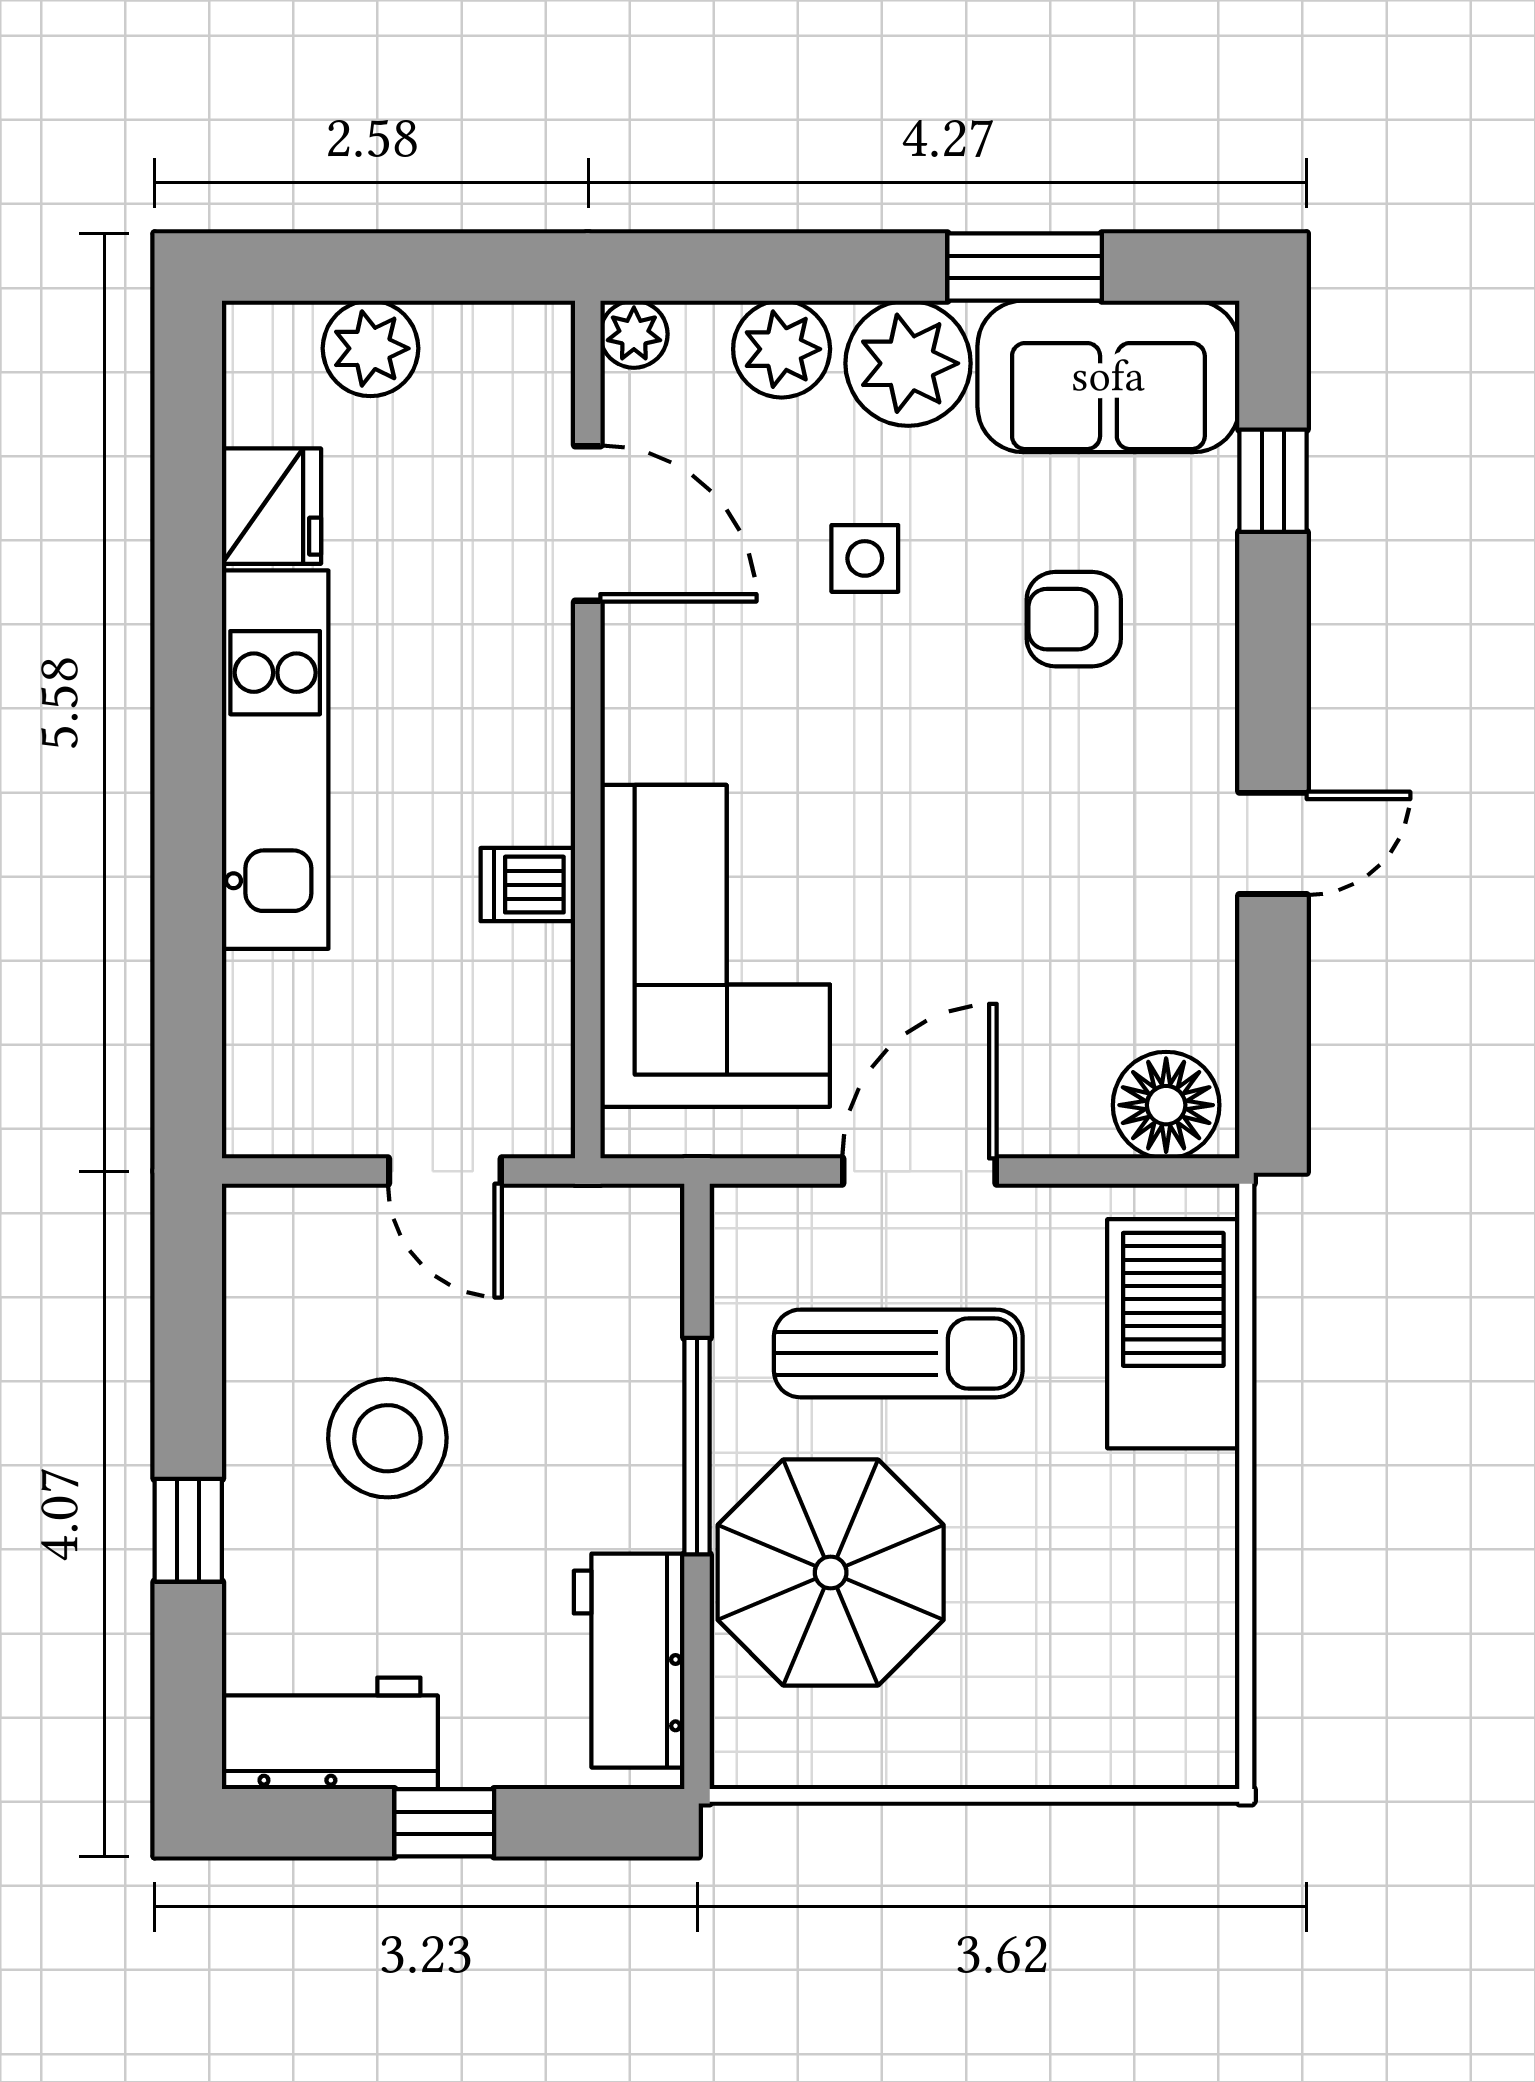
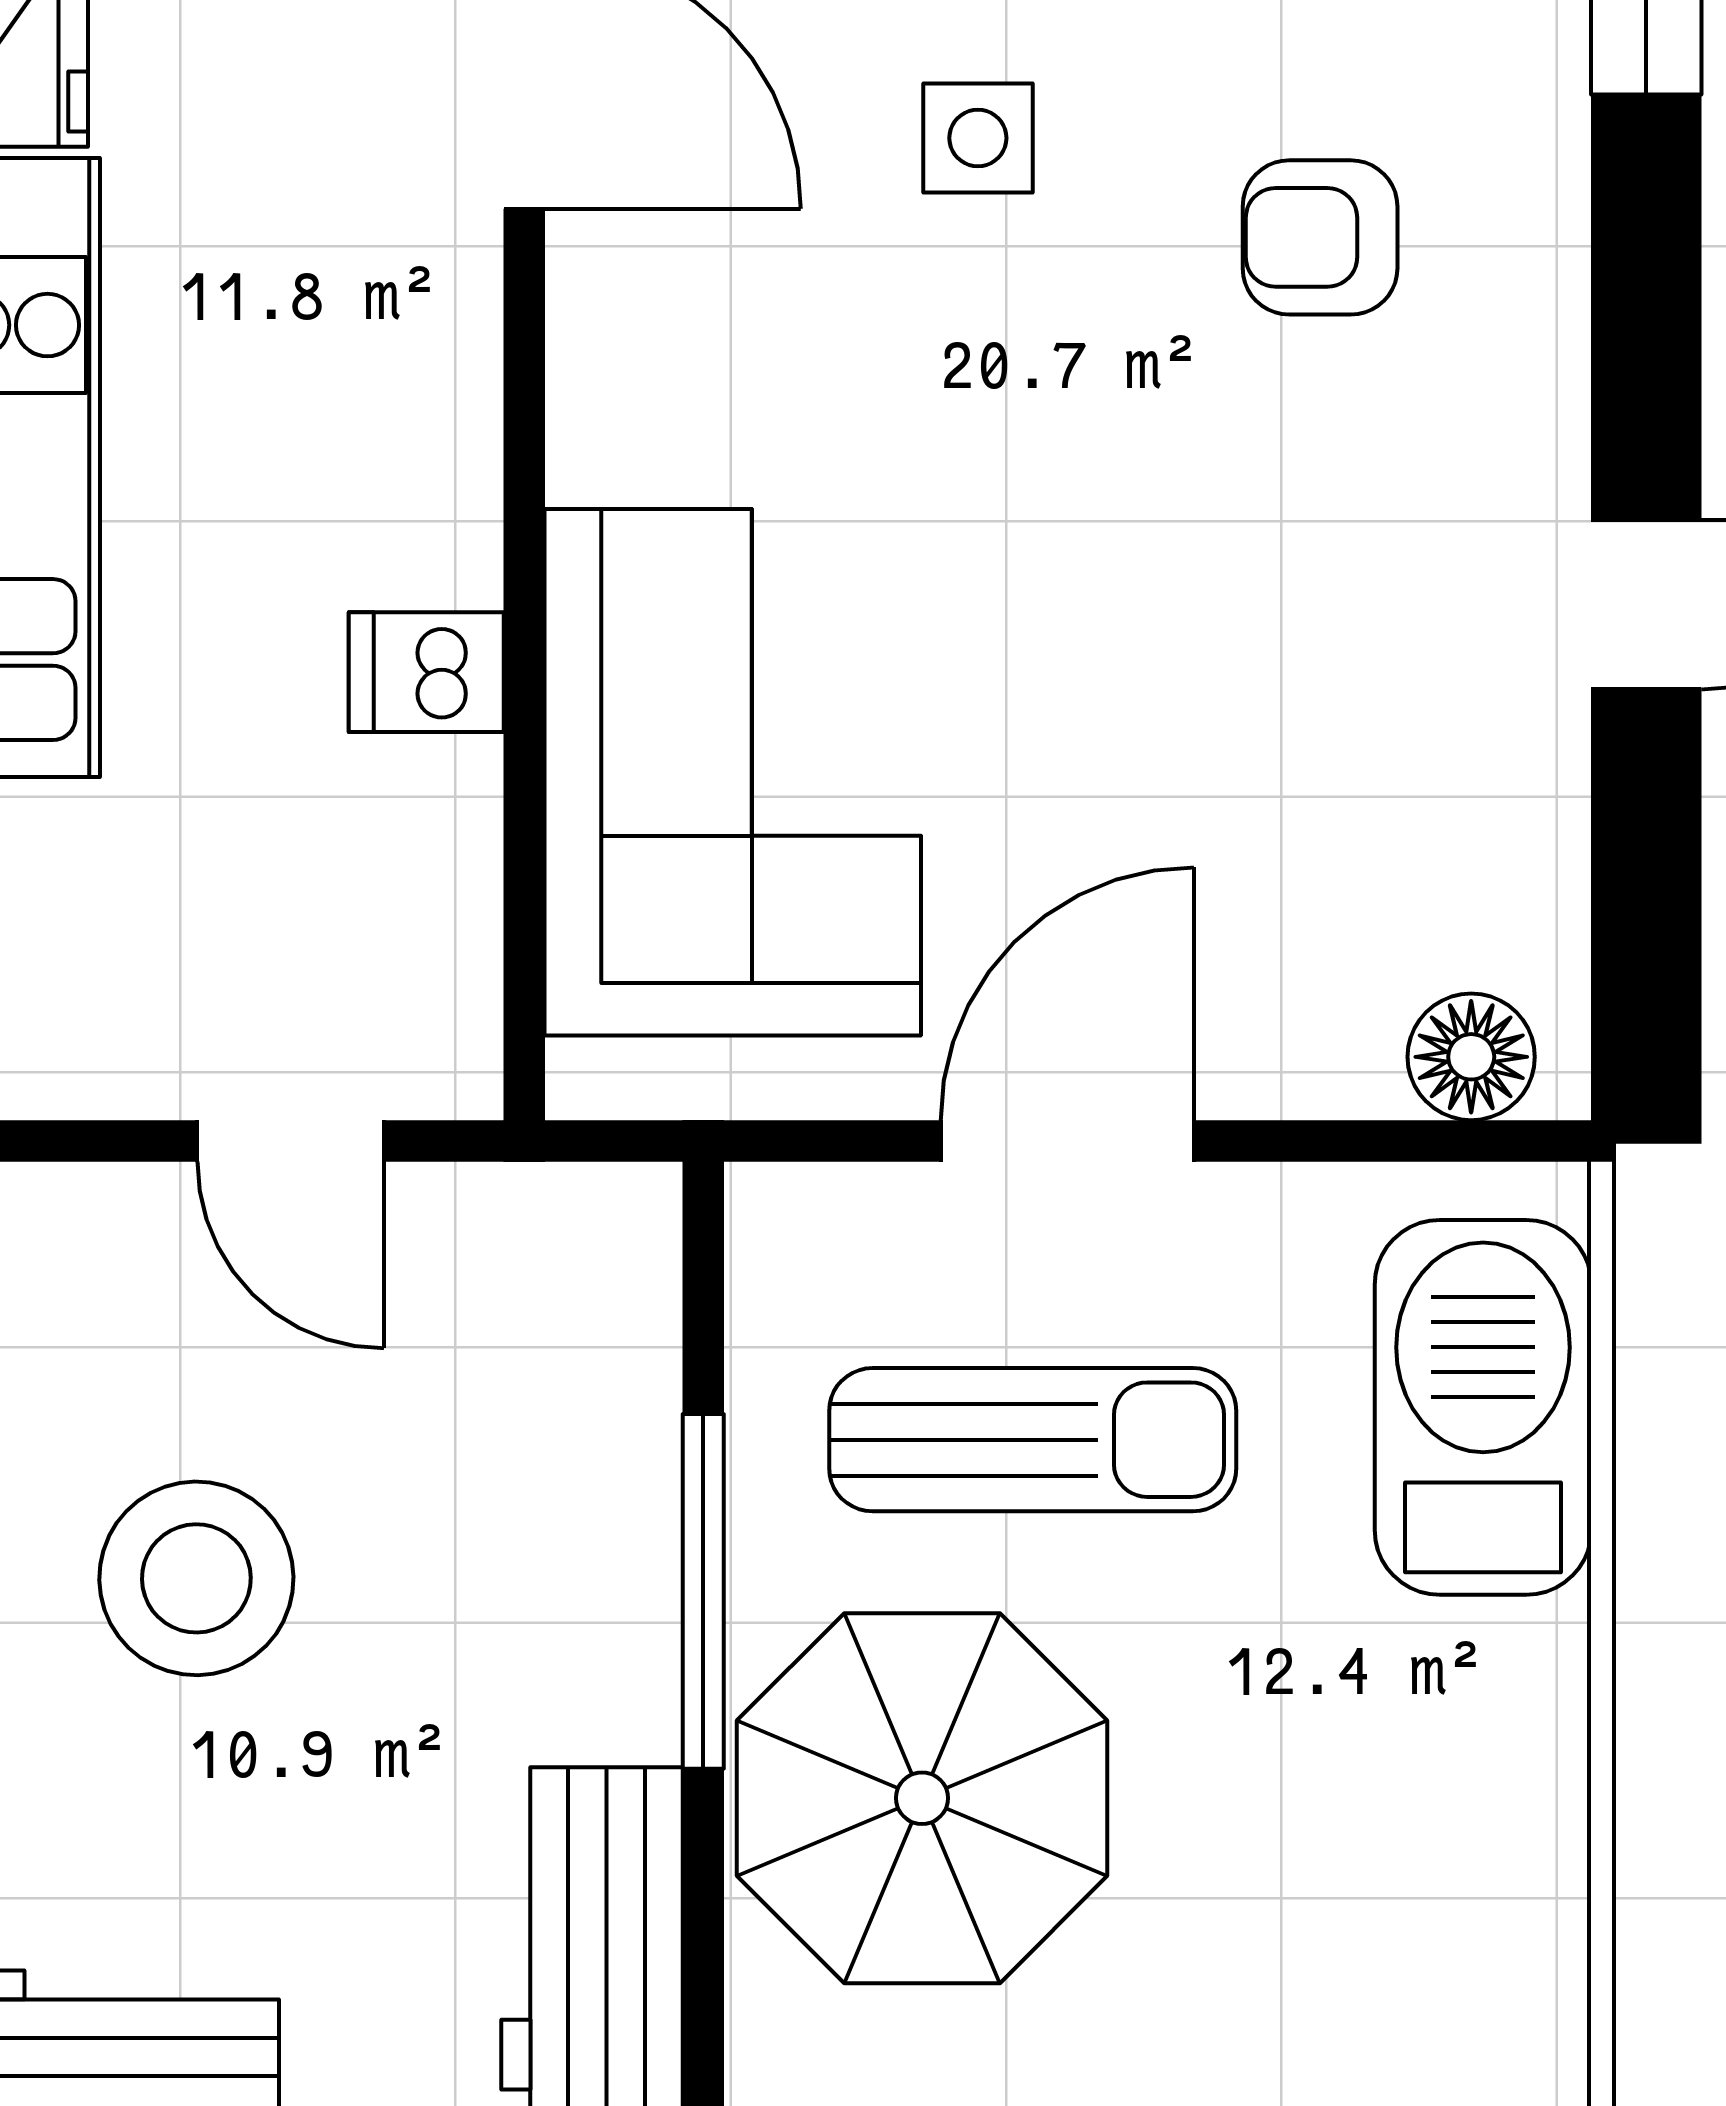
floor lamp: (1166, 1105) -> (1471, 1057), width x0.73, depth x0.73

